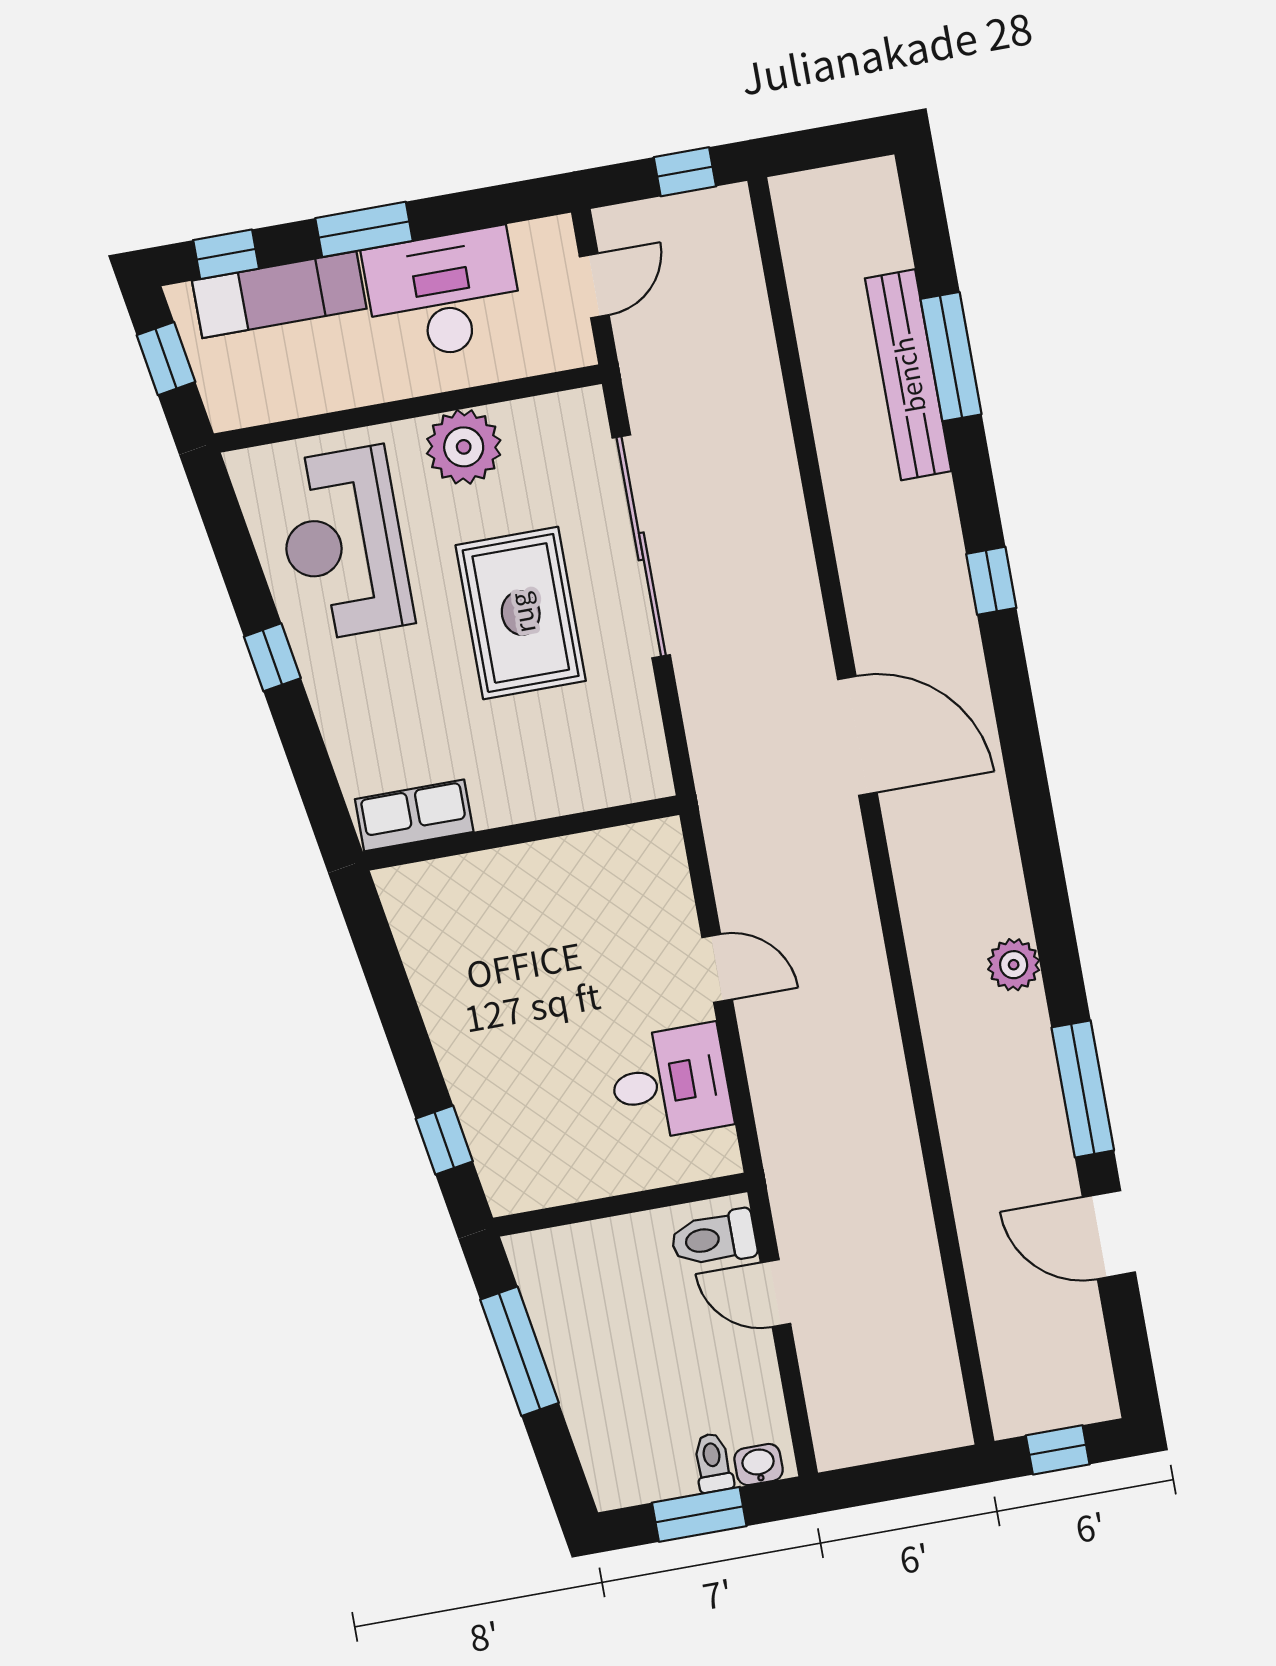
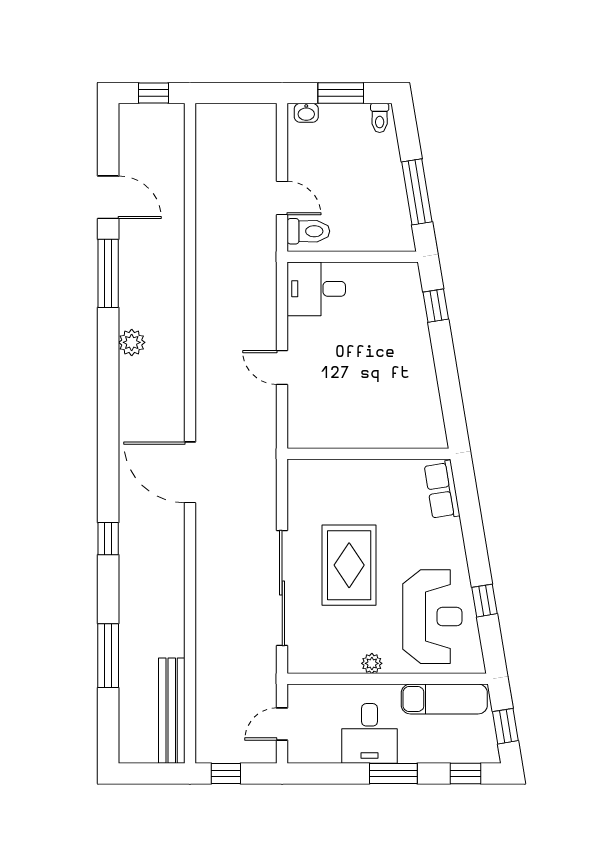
exam couch: (279, 295) -> (444, 699), moved, turned 180
desk: (443, 295) -> (370, 733), width x0.73
bench: (908, 375) -> (172, 711), moved
plant: (464, 447) -> (372, 663), width x0.53, depth x0.53
window: (272, 657) -> (485, 601), moved
row of seats: (414, 815) -> (442, 490), moved, turned 81
desk: (670, 1083) -> (316, 289), moved
toilet: (713, 1463) -> (380, 118), moved

